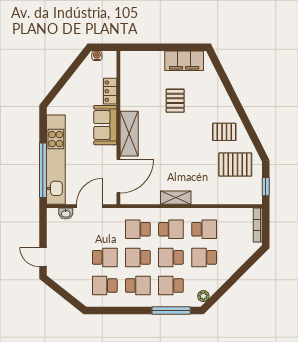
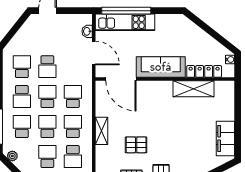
locker: (110, 91) -> (204, 71), width x1.53
pallet: (175, 101) -> (136, 145), moved
sofa: (105, 125) -> (161, 67), width x1.36
shelving: (129, 134) -> (193, 89), moved
kitchen unit: (56, 160) -> (125, 22), width x0.73
school desk: (171, 229) -> (73, 127), turned 180

